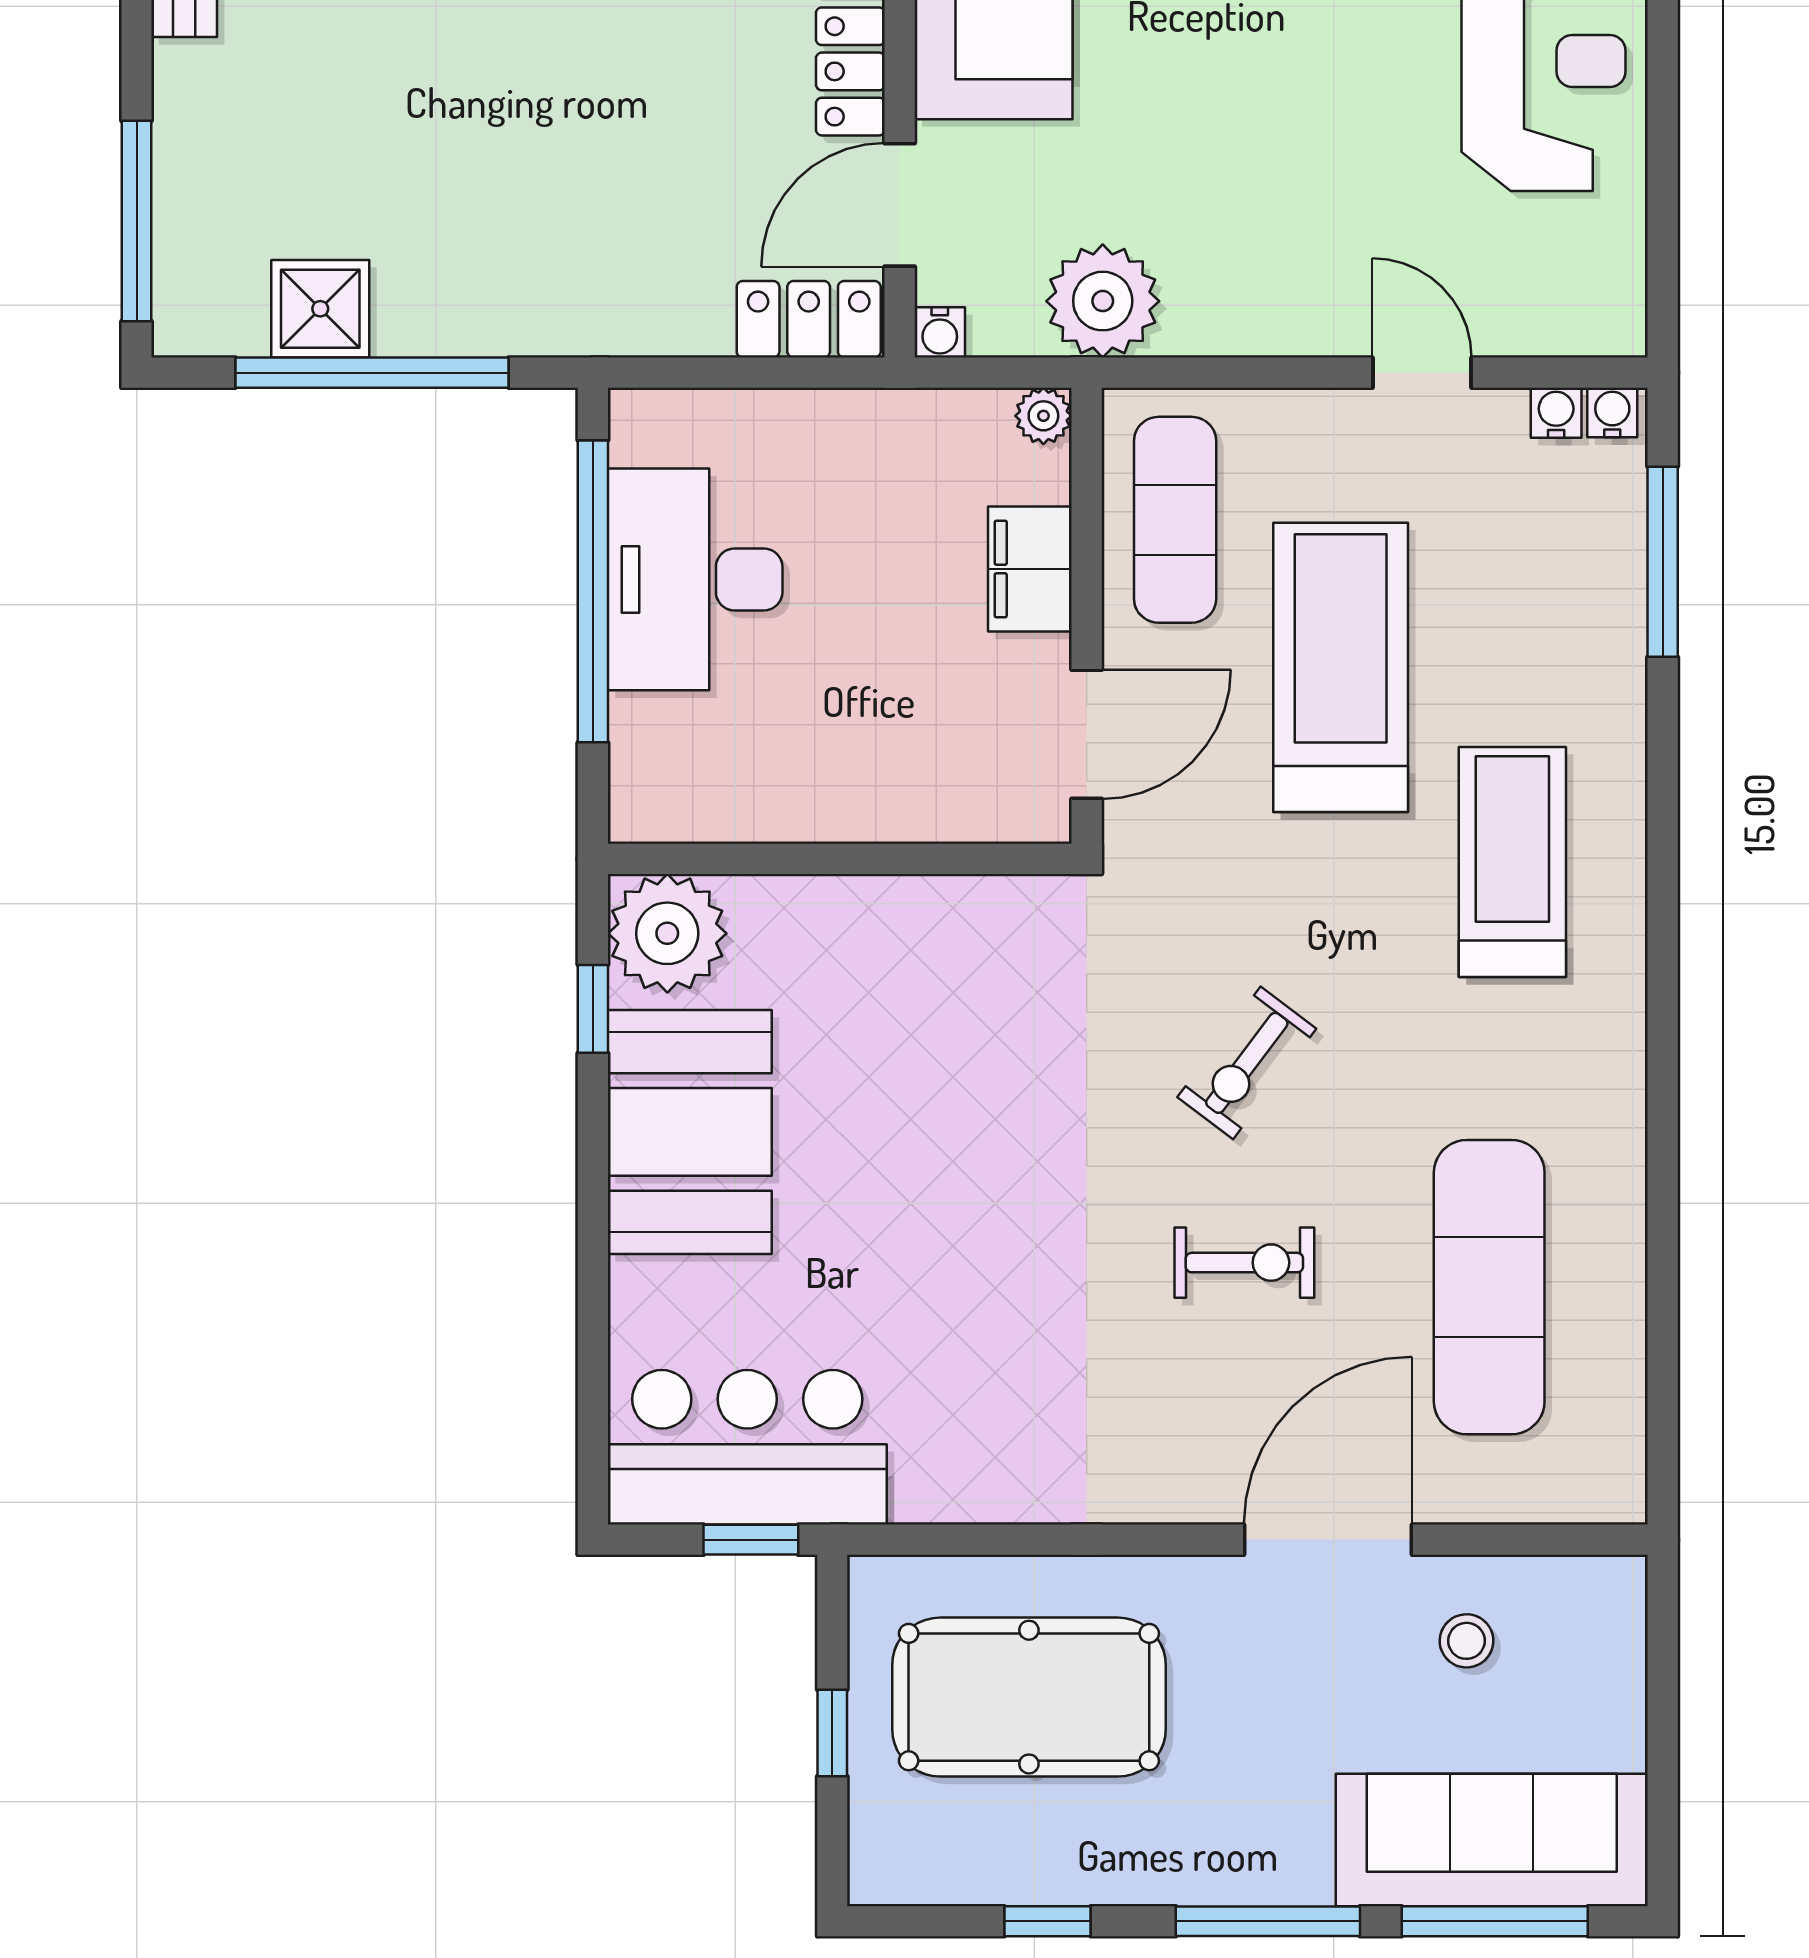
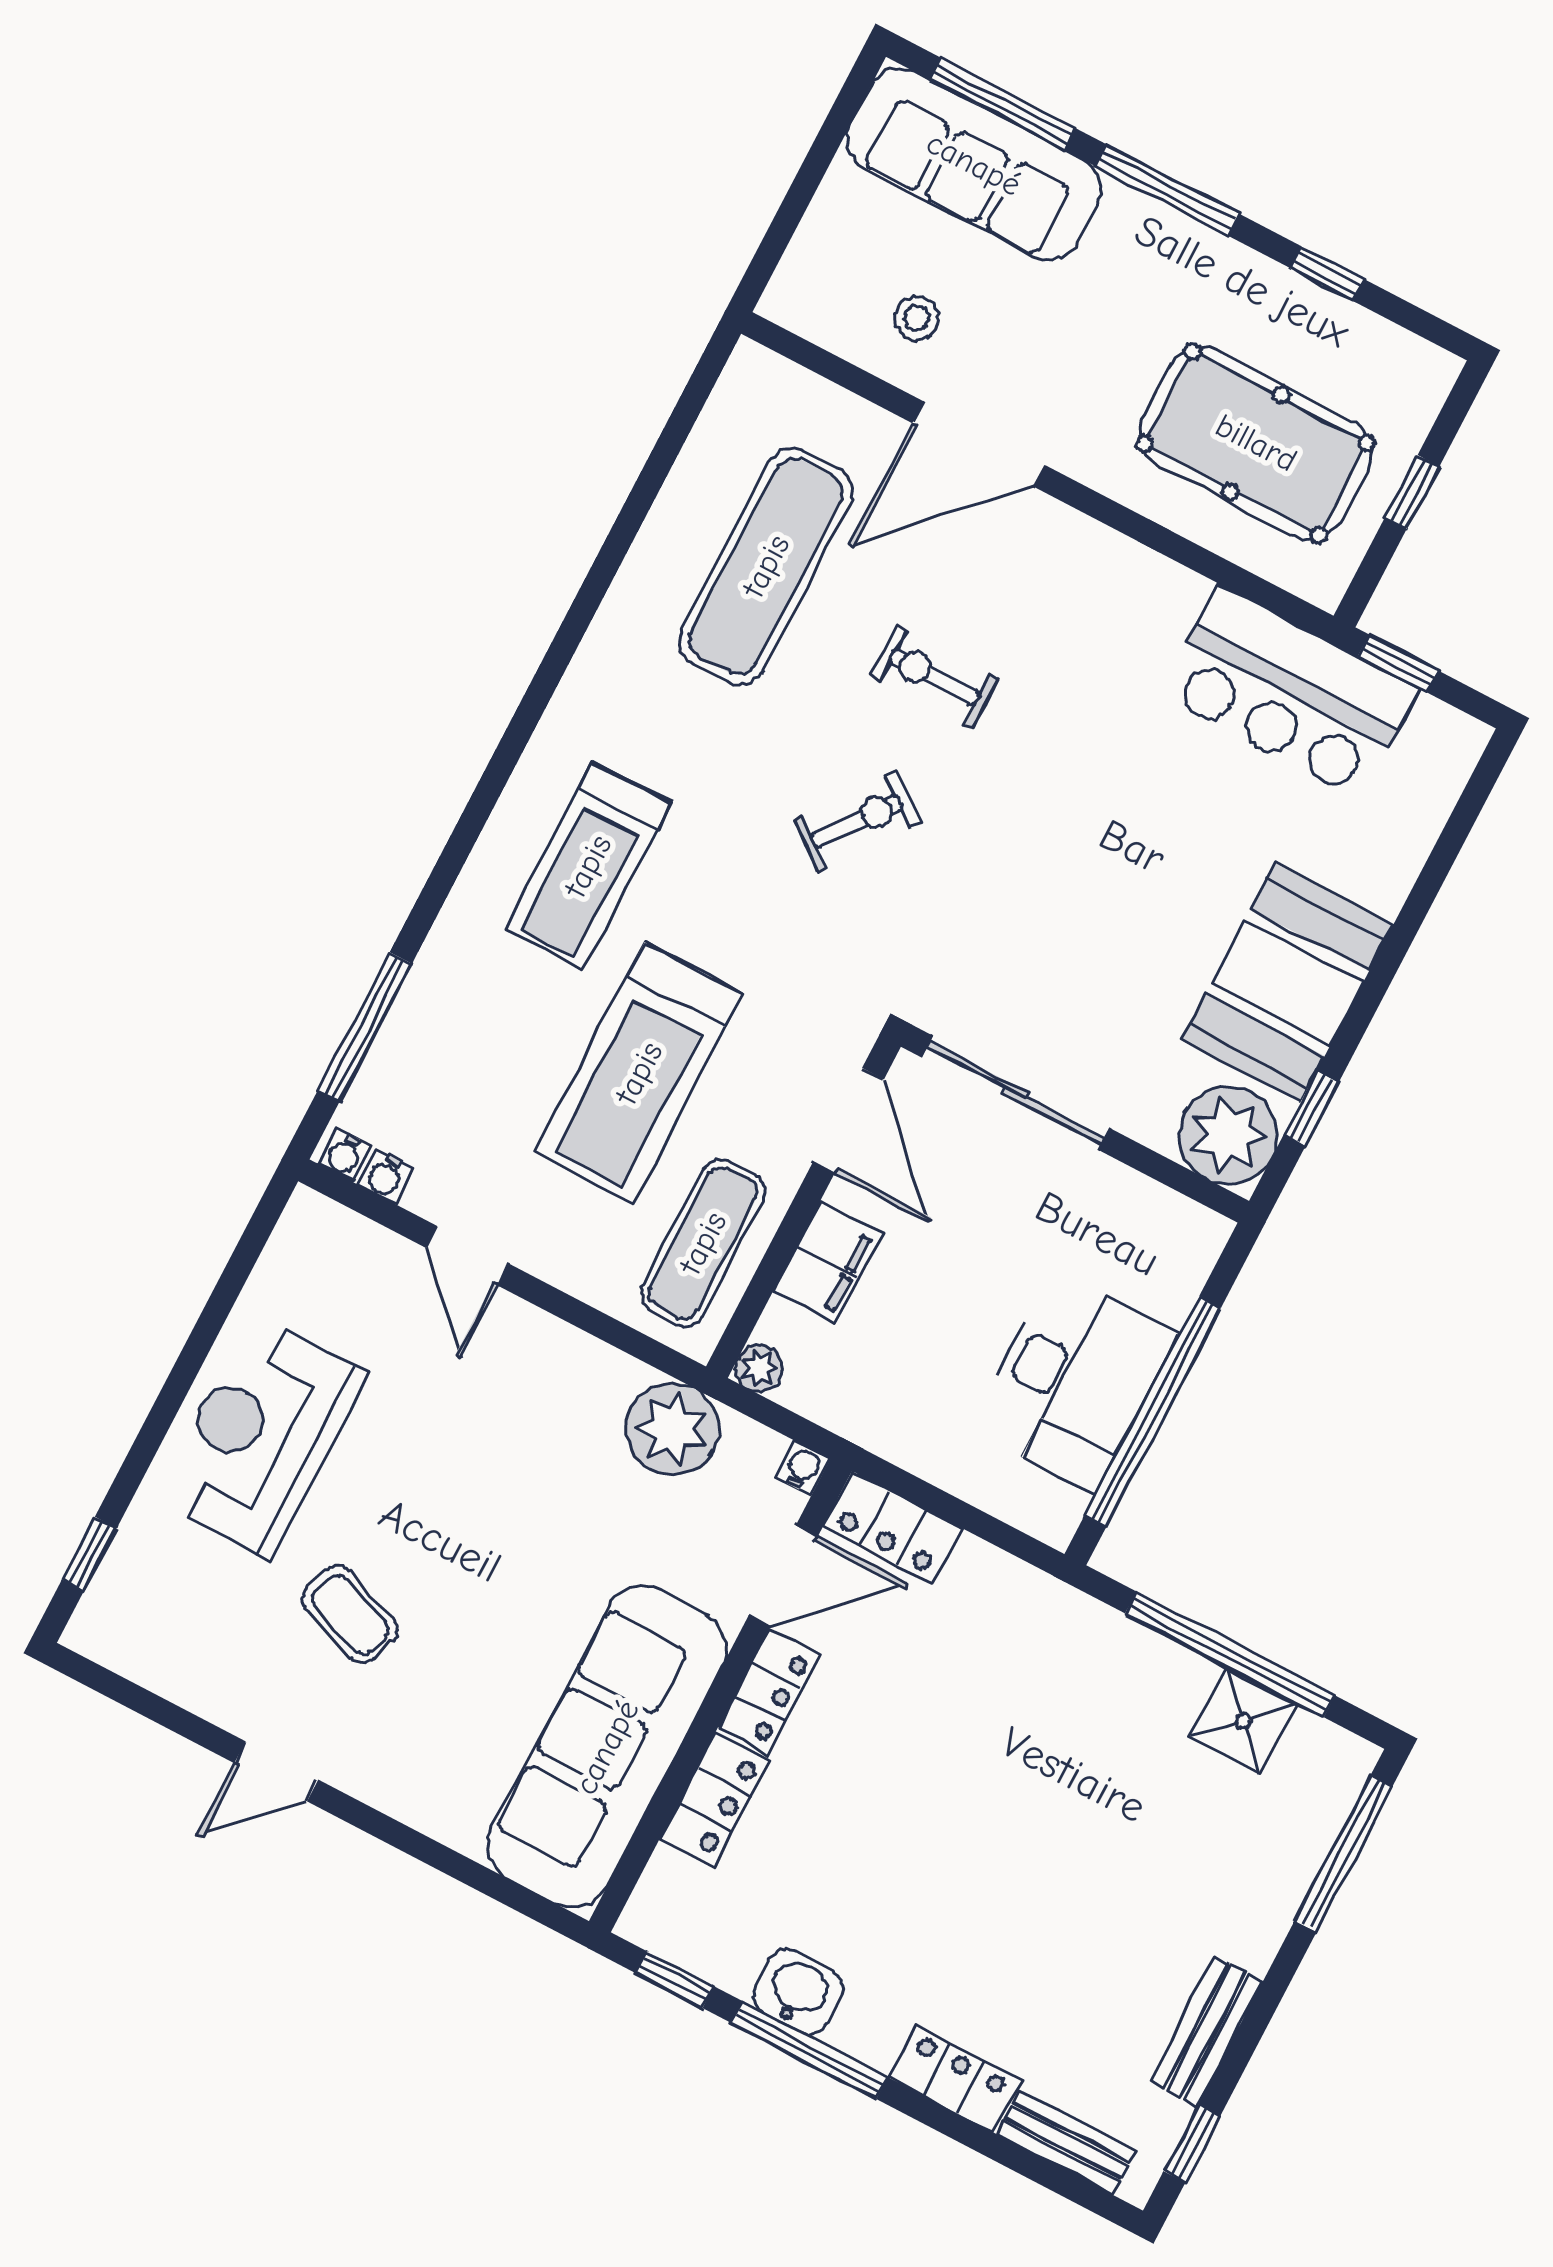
door: (1087, 734) -> (848, 1121), swing flipped
sliding door: (921, 859) -> (1016, 1093), added
bar counter: (747, 1447) -> (1289, 692), moved

